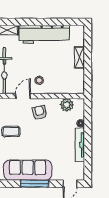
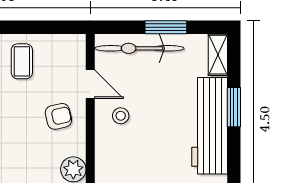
window: (35, 22) -> (234, 107), added

